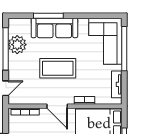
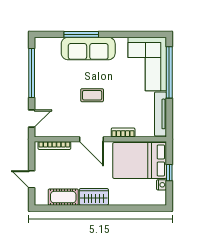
plant: (17, 45) -> (45, 68), removed
coffee table: (58, 68) -> (92, 95), width x0.54, depth x0.58
tv unit: (117, 84) -> (160, 114), width x1.41

